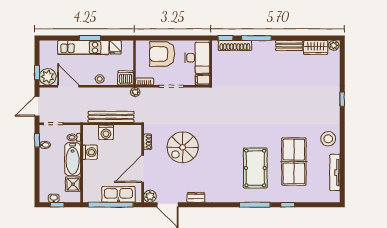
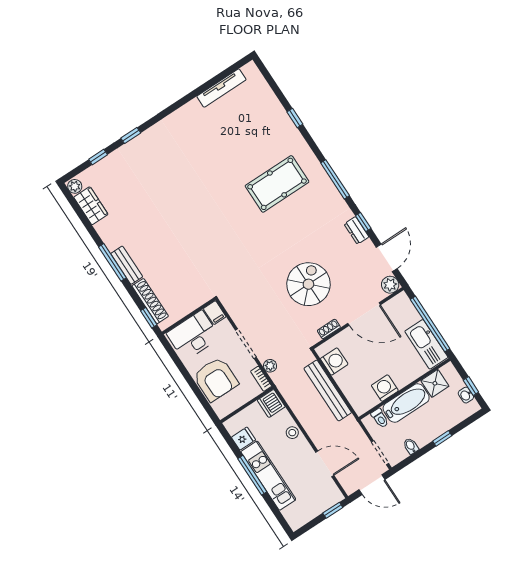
window: (90, 38) -> (252, 475), width x1.44
window: (256, 38) -> (112, 262), moved
bench: (289, 46) -> (127, 265), moved
window: (342, 71) -> (98, 157), added
plant: (48, 77) -> (329, 495), removed
door: (68, 86) -> (325, 464), swing flipped
plant: (135, 92) -> (270, 366), moved
washing machine: (106, 132) -> (334, 361), moved
stool: (328, 139) -> (187, 121), removed
window: (37, 140) -> (442, 438), moved
spiral stairs: (183, 147) -> (308, 284), turned -90
table tennis table: (294, 162) -> (240, 144), removed
kitchen sink: (119, 194) -> (426, 344), moved
window: (198, 205) -> (363, 222), added
window: (255, 205) -> (335, 179), moved

